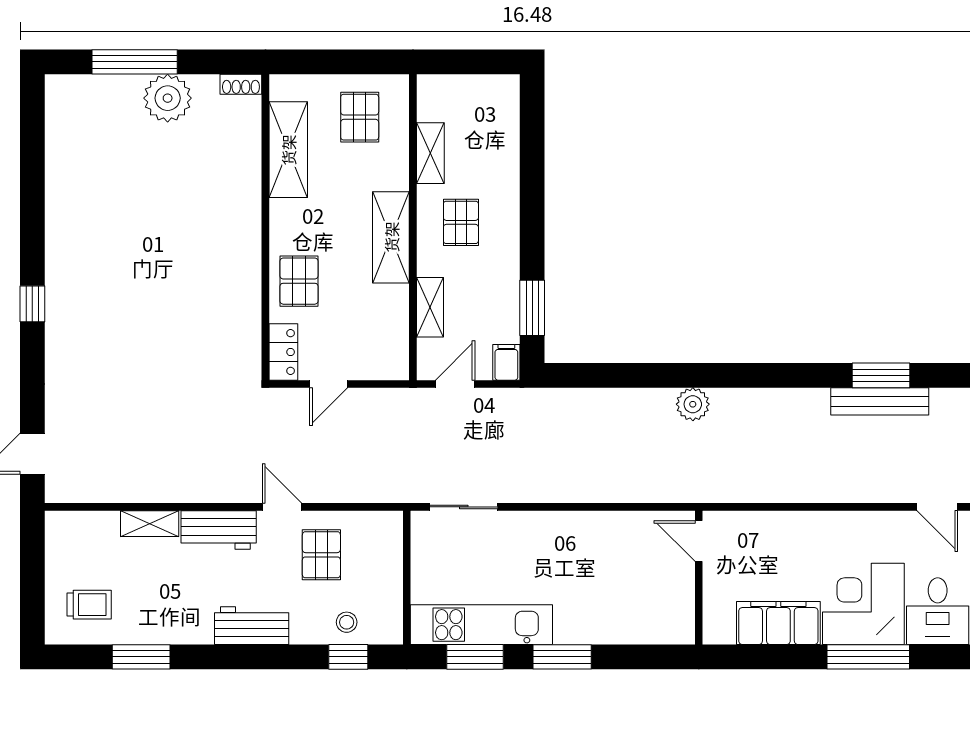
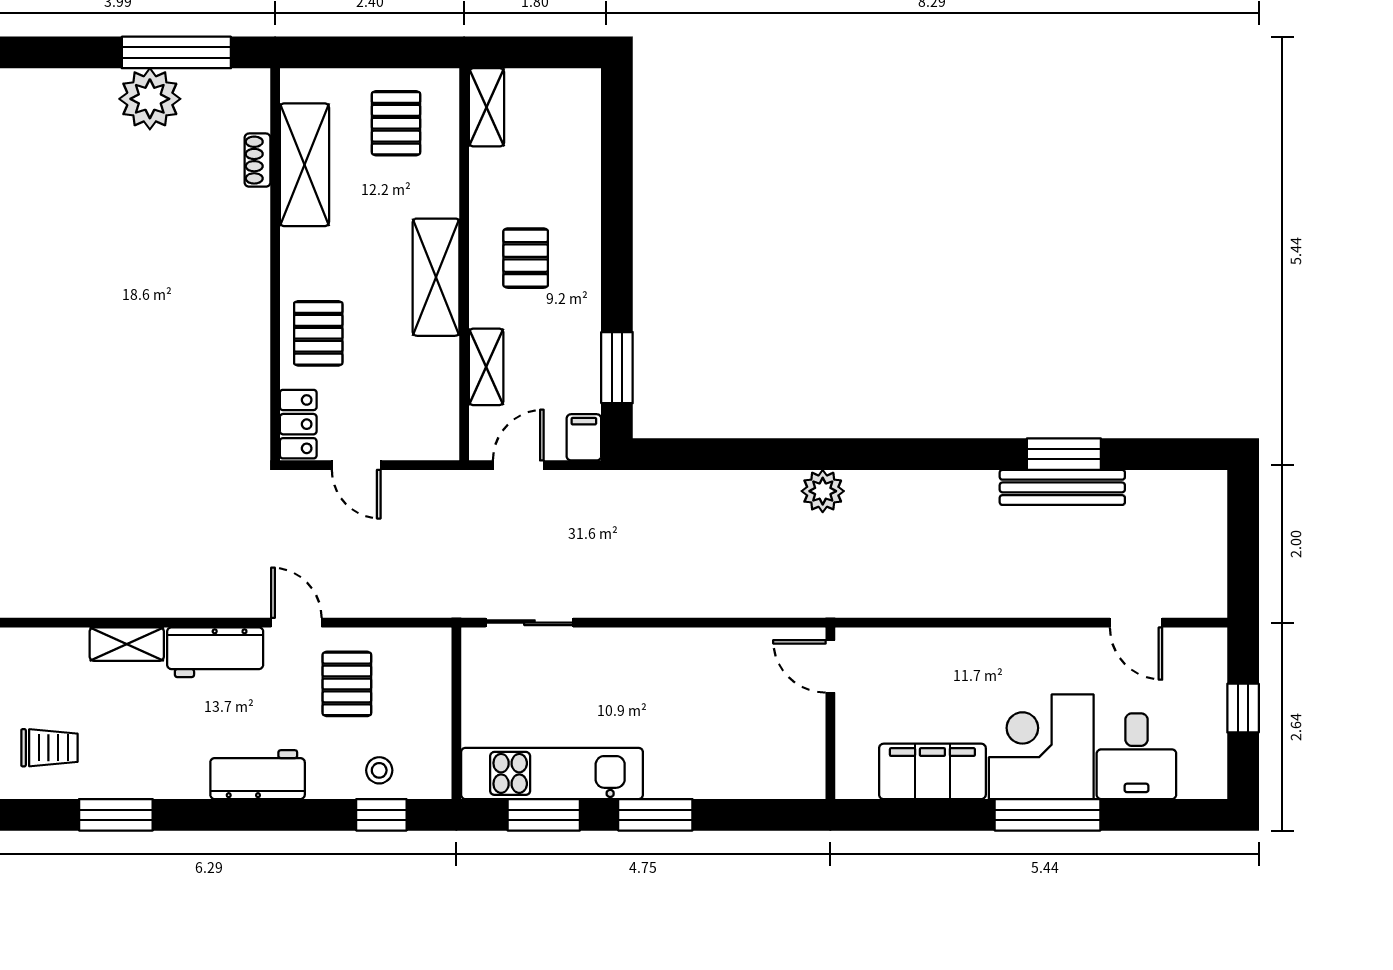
window: (135, 62) -> (176, 52), moved
shoe rack: (241, 84) -> (258, 160), moved, turned 90
shelving: (430, 153) -> (487, 107), moved
door: (329, 384) -> (356, 465), hinge flipped

